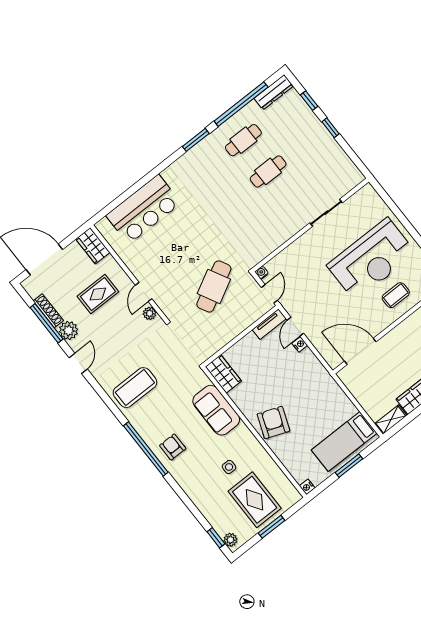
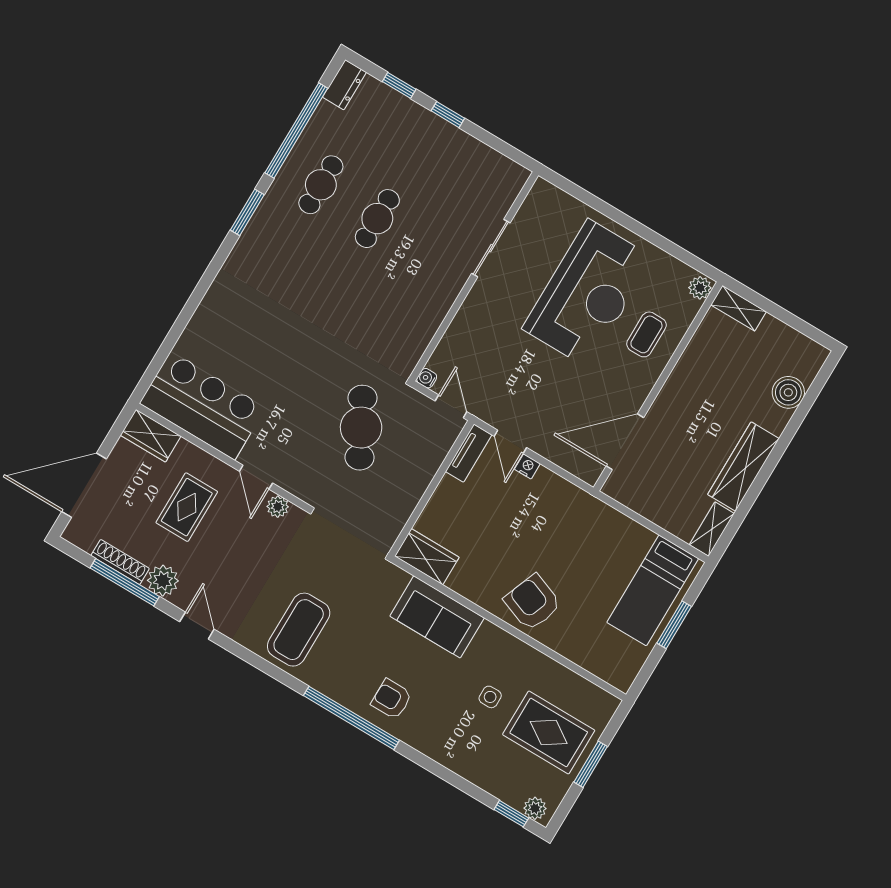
dresser: (274, 92) -> (344, 85), width x0.70
bar counter: (143, 209) -> (203, 406), moved, turned -90
nightstand: (307, 487) -> (622, 682), removed

